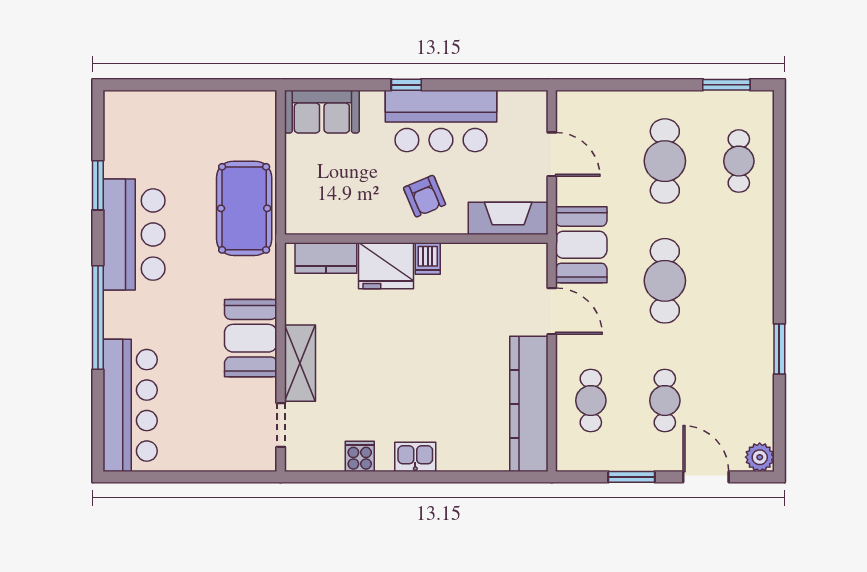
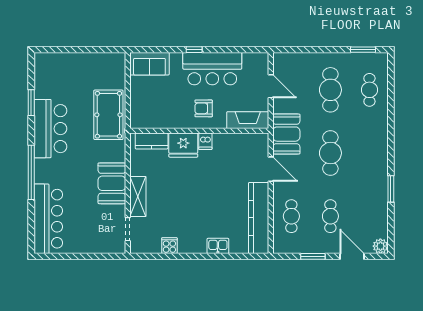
armchair: (425, 196) -> (204, 108), turned 113
kitchen sink: (415, 457) -> (218, 246), moved

